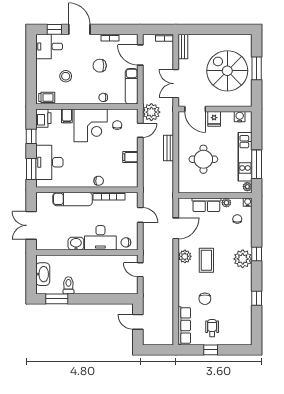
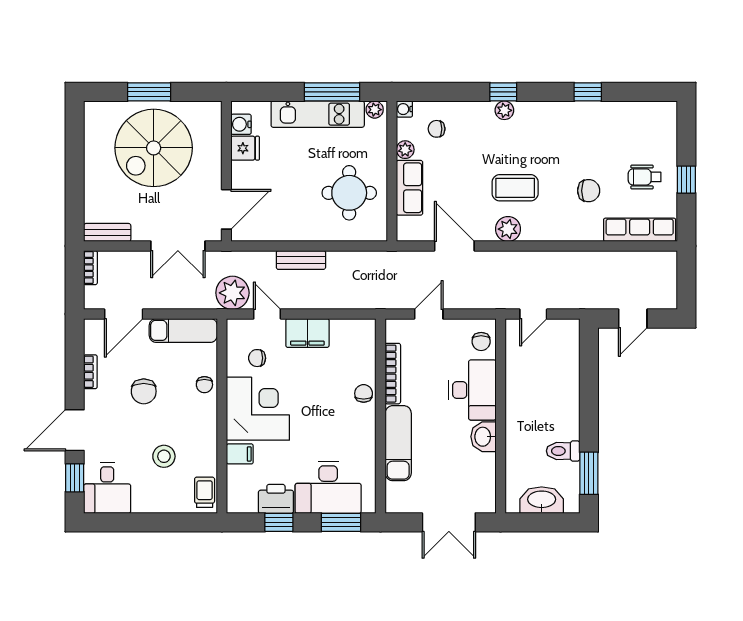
printer: (43, 118) -> (276, 499), moved
fridge: (214, 119) -> (245, 148), moved
filing cabinet: (130, 157) -> (307, 333), width x2.00
round table: (203, 159) -> (349, 193), moved
plant: (243, 259) -> (504, 110), width x0.53, depth x0.53

